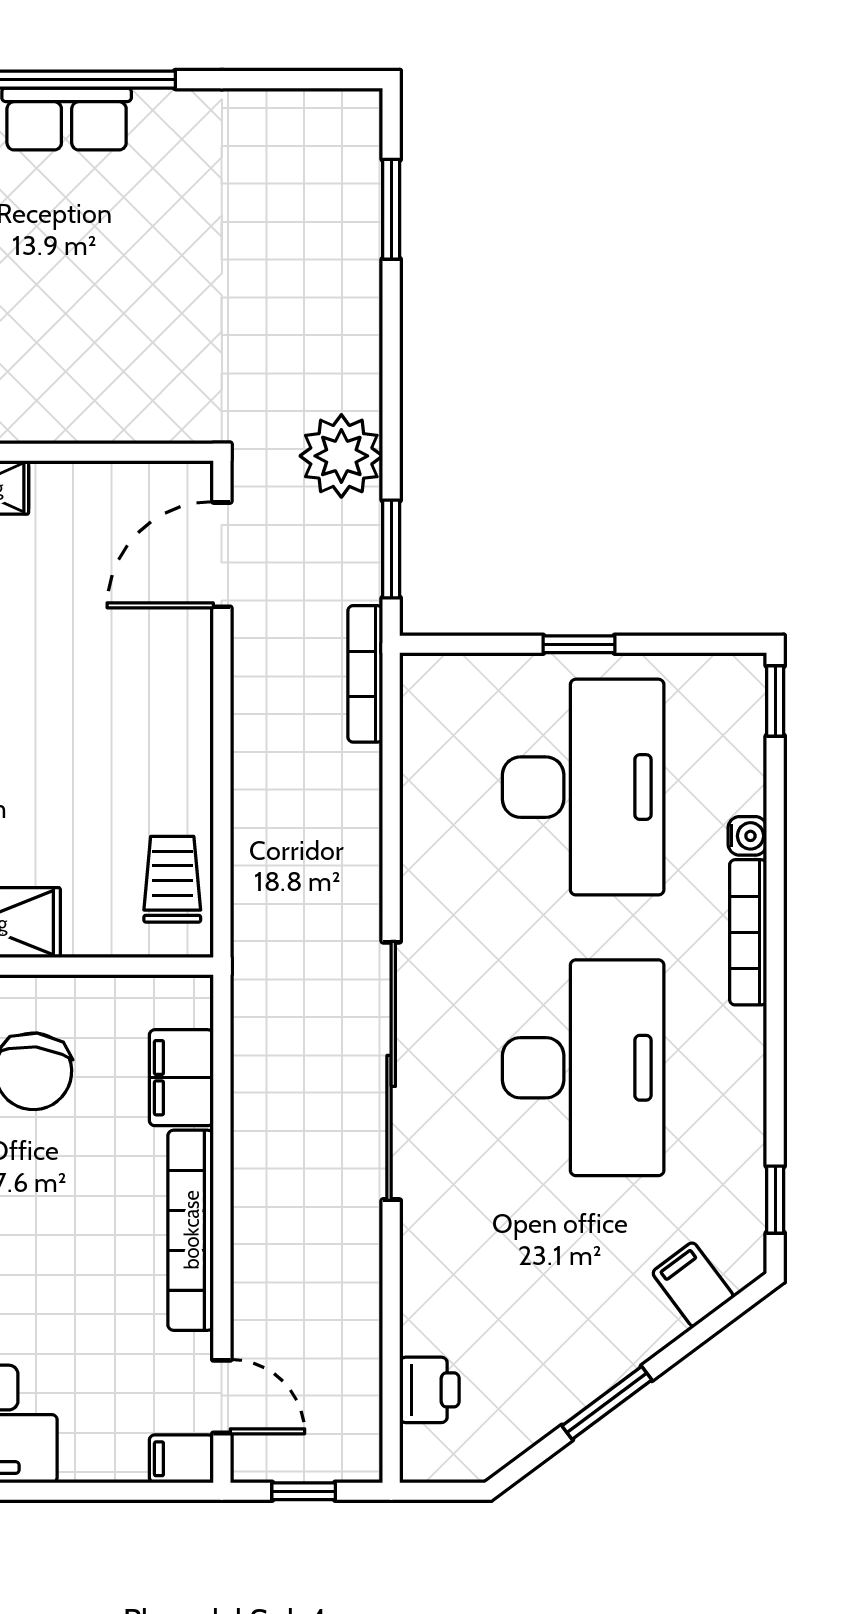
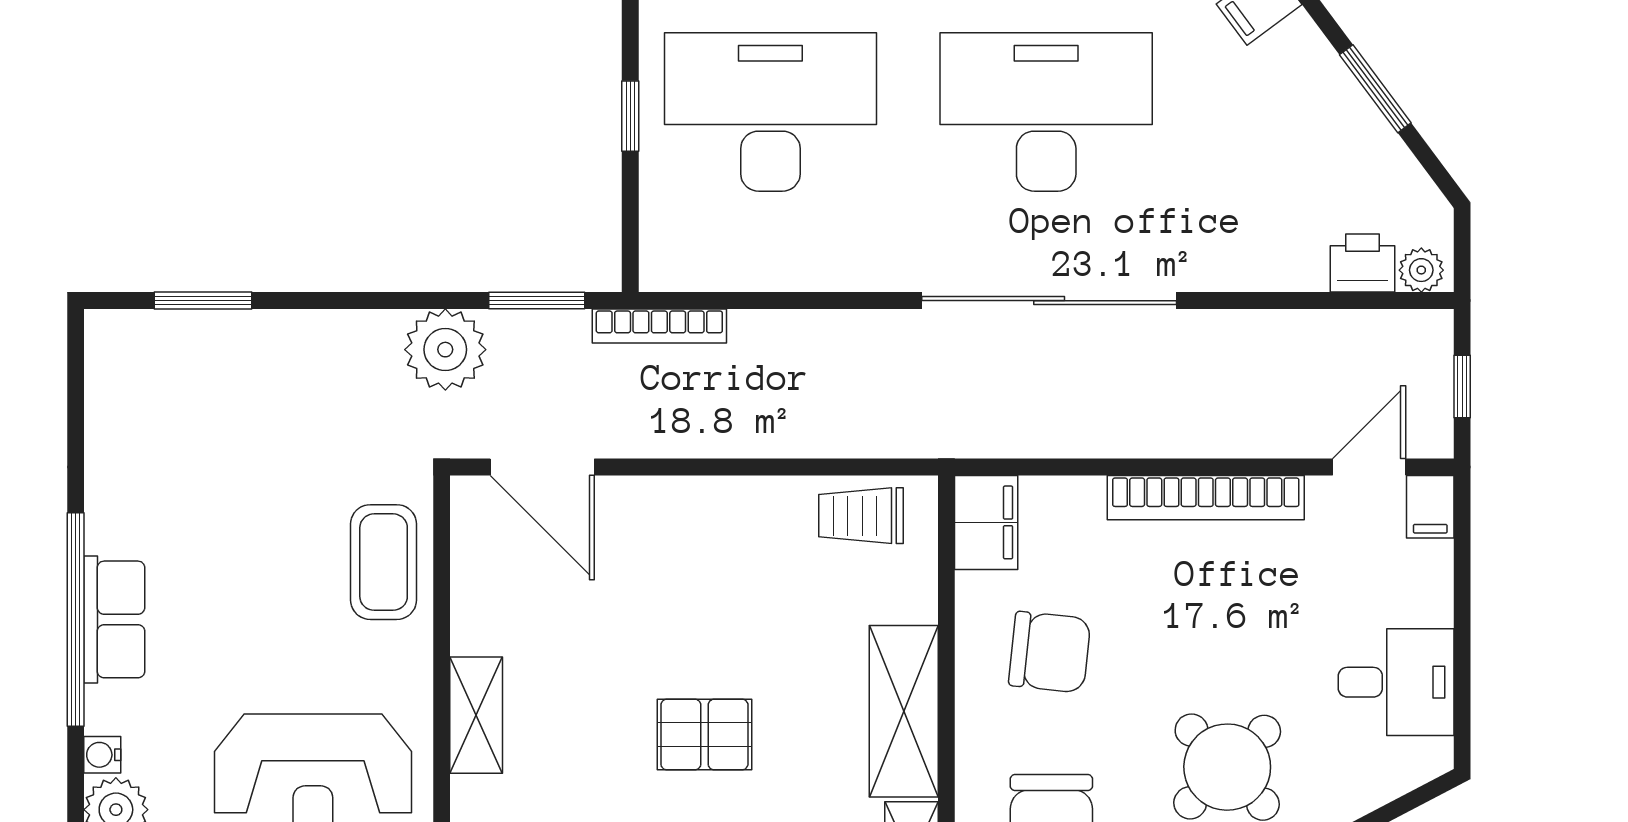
coffee table: (125, 393) -> (384, 562), added
filing cabinet: (181, 1078) -> (986, 522), moved, turned -90
plant: (422, 1450) -> (1421, 270), added

